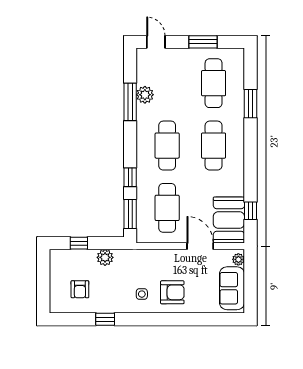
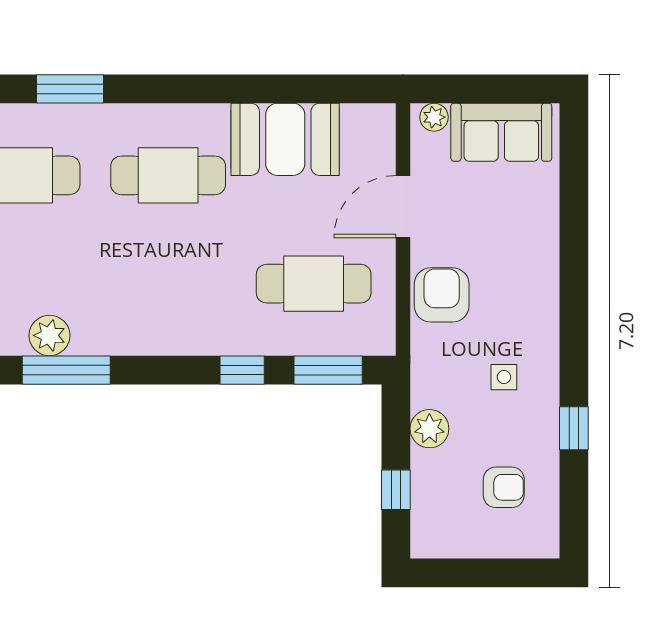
cafe table: (167, 146) -> (168, 284), removed
window: (251, 211) -> (321, 89), removed
booth: (229, 220) -> (285, 139), moved
armchair: (172, 292) -> (442, 295), moved
side table: (142, 294) -> (504, 377), moved

